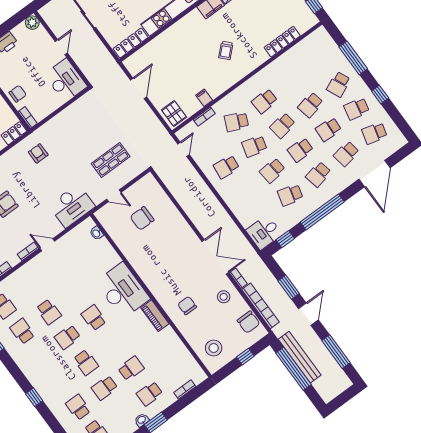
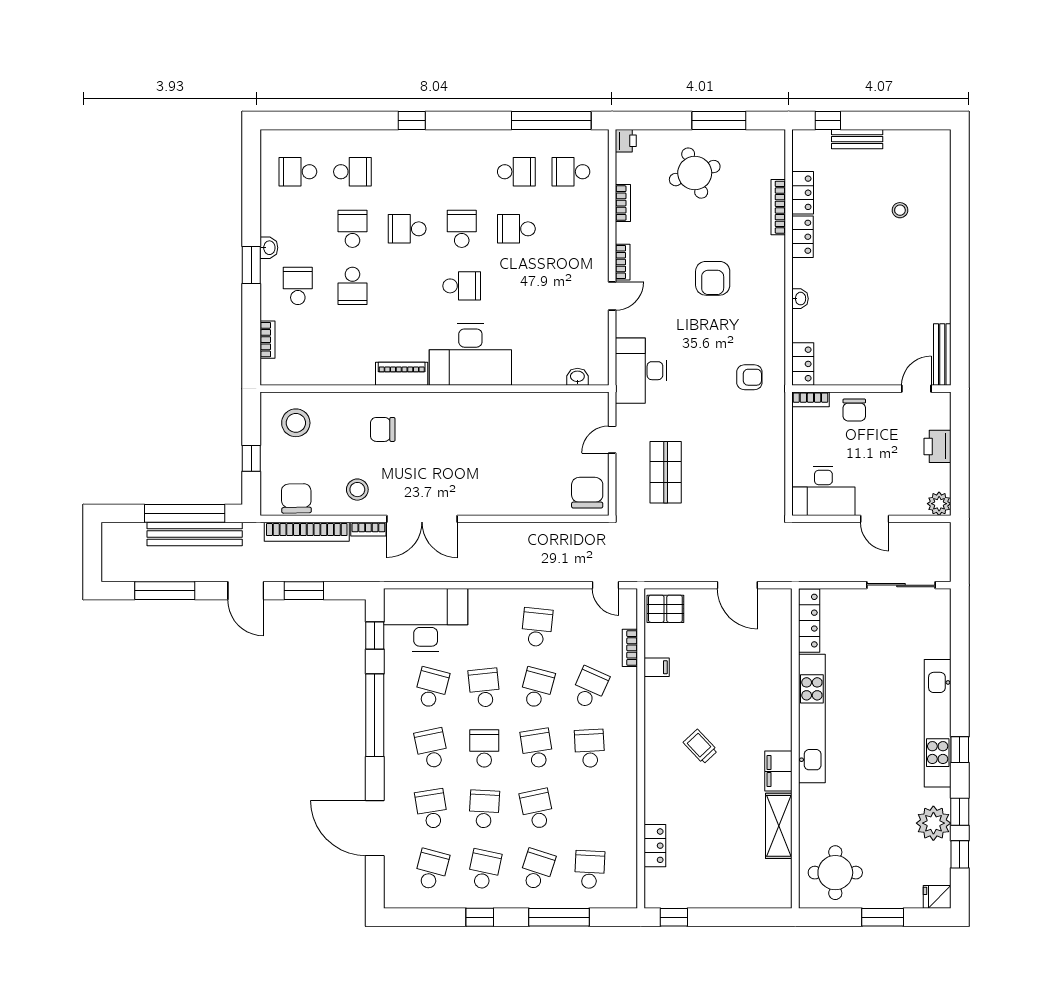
locker: (282, 42) -> (655, 846), width x0.66
school desk: (321, 60) -> (590, 870), added
school desk: (339, 84) -> (537, 870), turned 42
chair: (142, 218) -> (587, 493), moved
desk: (264, 232) -> (426, 620), width x1.87, depth x1.30
chair: (187, 306) -> (383, 429), turned 180
chair: (249, 322) -> (296, 498), turned 89

